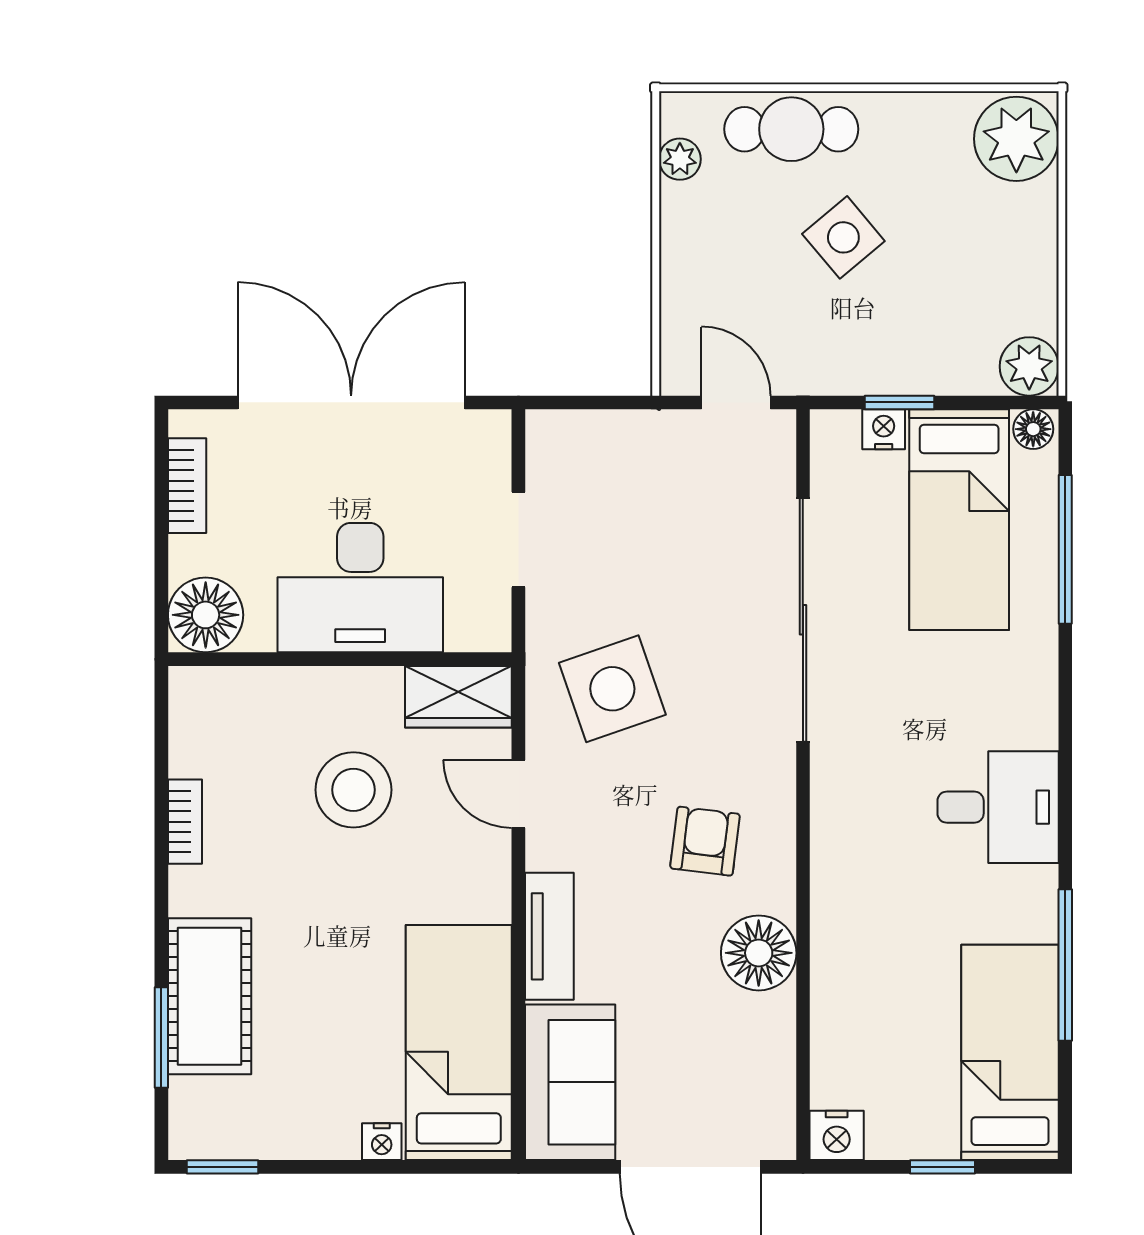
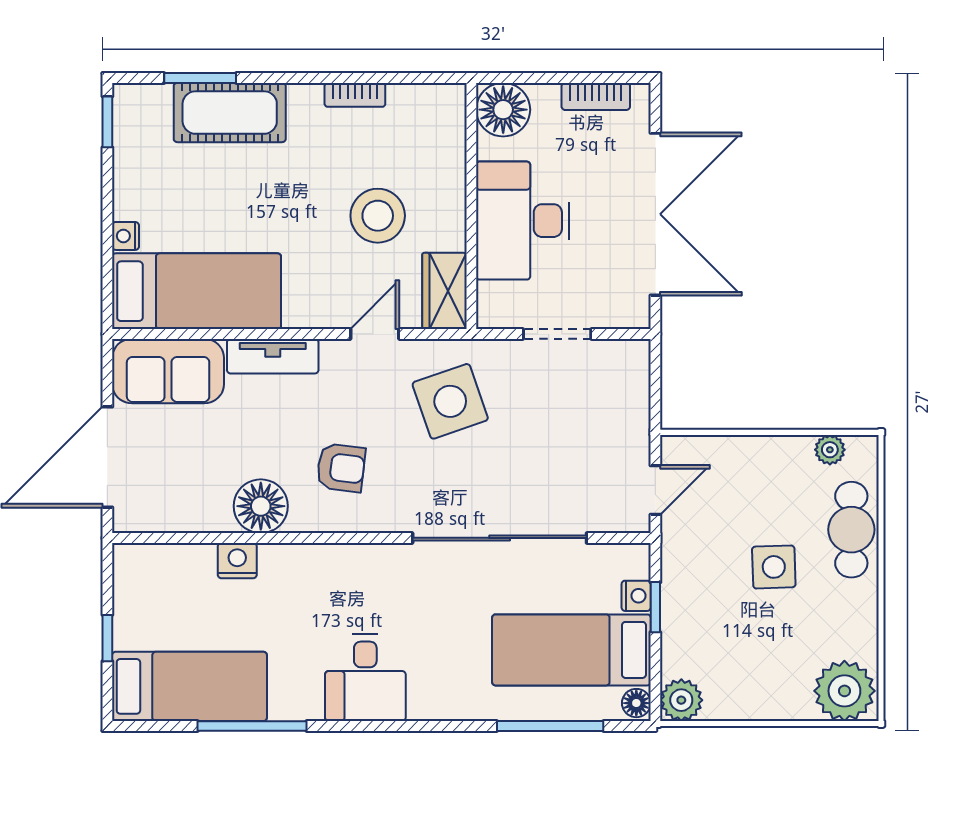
side table: (843, 237) -> (774, 567), turned 38
nightstand: (837, 1135) -> (237, 561), moved, turned 90

